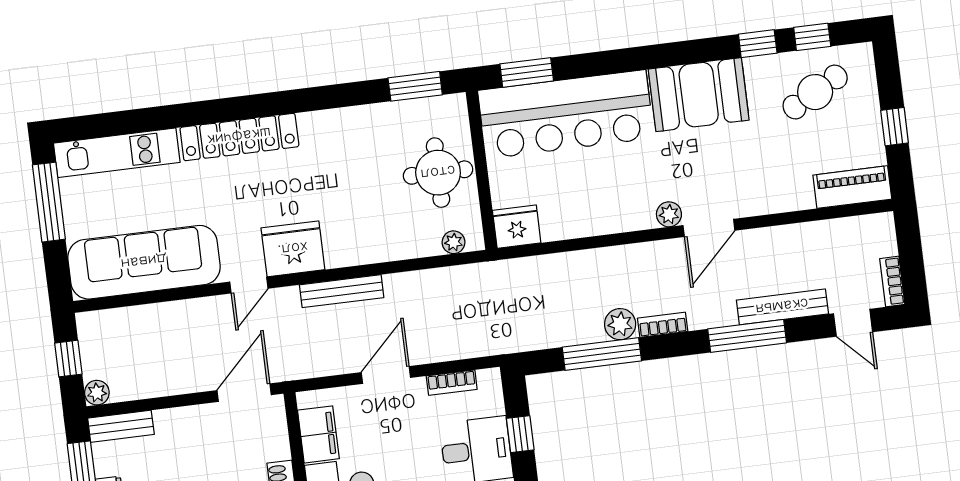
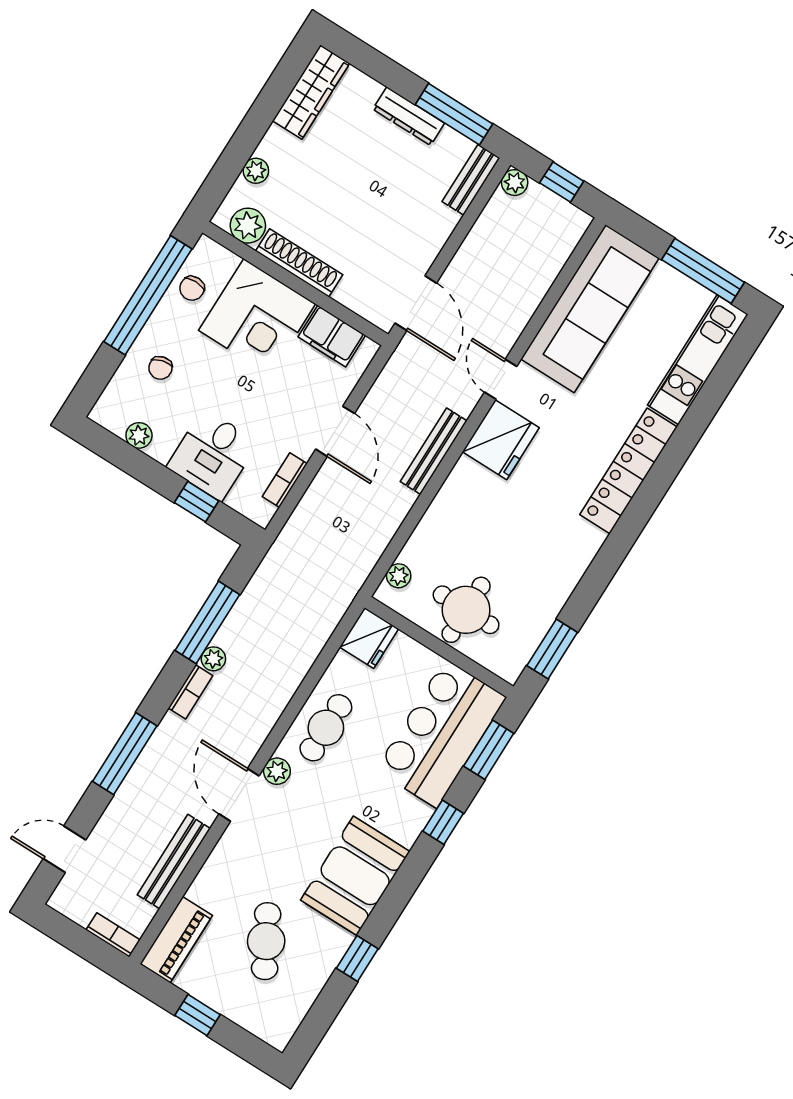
window: (812, 37) -> (443, 822), moved
cafe table: (815, 92) -> (266, 941), moved
bar counter: (566, 114) -> (441, 733), width x0.73
cafe table: (608, 204) -> (326, 728), added
bookcase: (892, 282) -> (113, 935), moved
bench: (782, 307) -> (174, 862), moved
plant: (620, 324) -> (213, 659), width x0.73, depth x0.73

